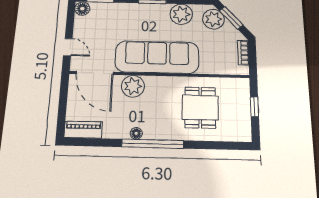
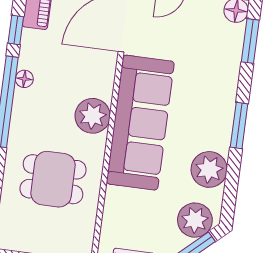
plant: (133, 86) -> (93, 116), moved
window: (104, 143) -> (16, 30), added

